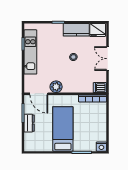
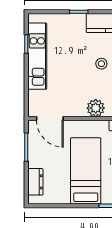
plant: (56, 87) -> (96, 108), moved
dresser: (29, 123) -> (35, 182), moved

